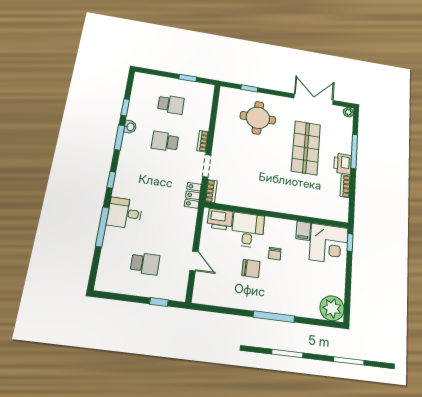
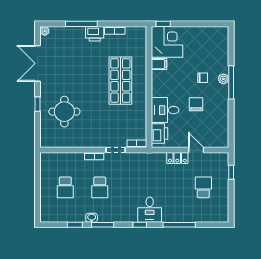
window: (188, 78) -> (38, 177), removed
window: (249, 88) -> (38, 104), moved
school desk: (171, 104) -> (65, 187), turned 180
shop shelf: (306, 148) -> (120, 81), moved, turned 90
locker: (193, 195) -> (177, 158), moved
desk: (125, 213) -> (150, 210), moved
chair: (275, 254) -> (203, 78), moved
door: (194, 261) -> (196, 150), hinge flipped
plant: (332, 308) -> (223, 79), moved, width x0.53, depth x0.53

